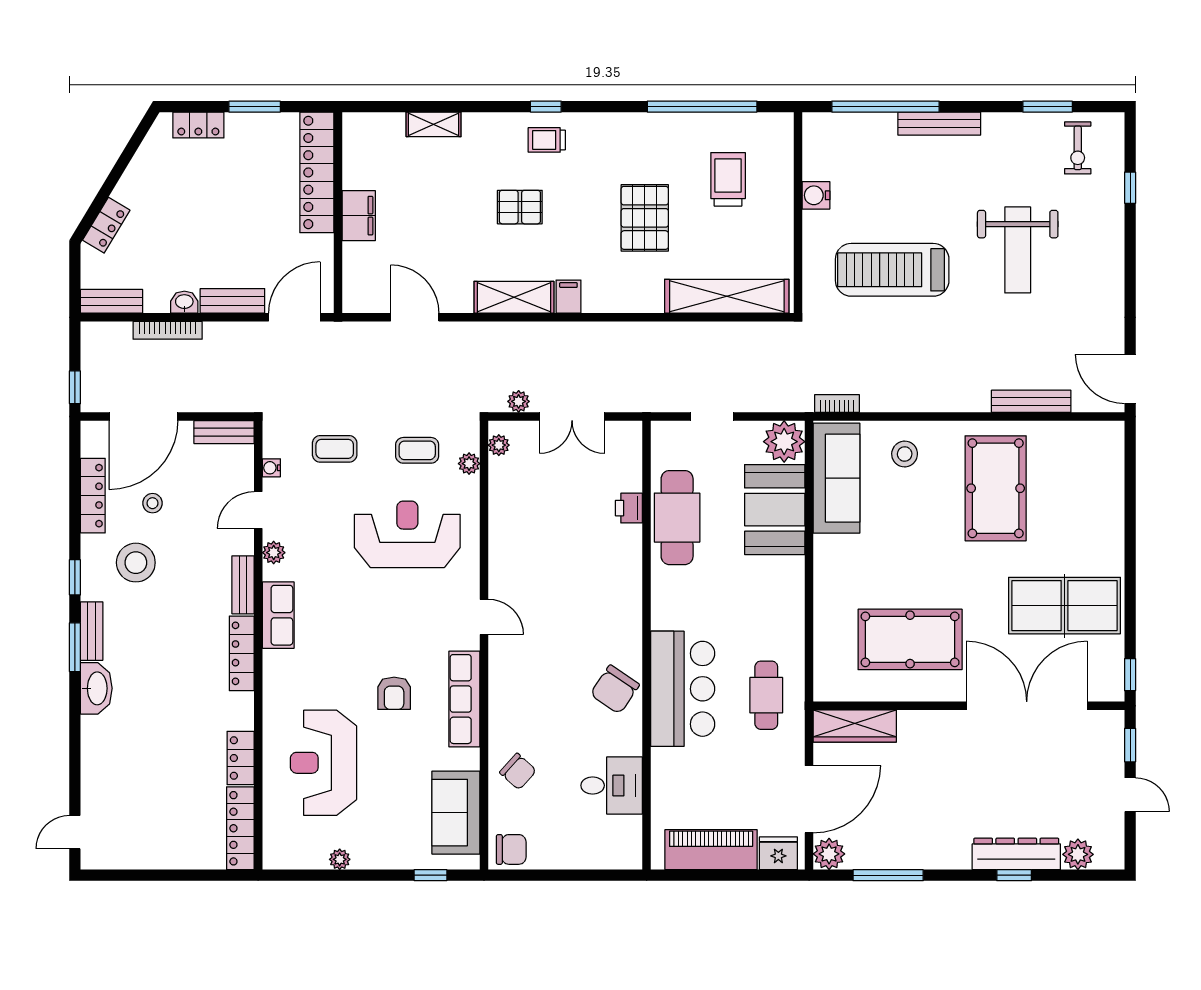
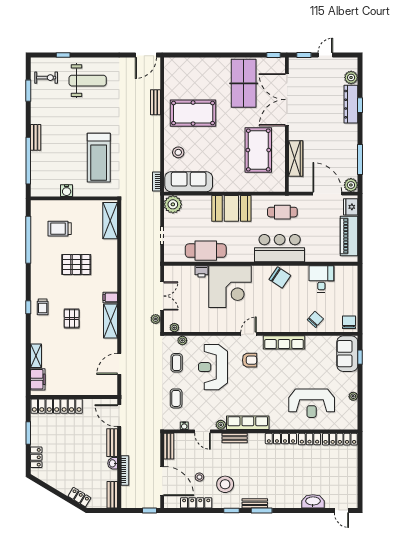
bench: (939, 124) -> (36, 137), width x0.73
filing cabinet: (359, 216) -> (38, 379), moved, turned 90
weight bench: (1018, 250) -> (88, 81), moved
shelving: (727, 296) -> (110, 221), width x0.68
bench: (1031, 401) -> (155, 102), width x0.73
booth: (775, 510) -> (231, 208), moved
corner desk: (594, 574) -> (230, 287), added
row of seats: (278, 615) -> (248, 423), width x1.48
locker: (242, 653) -> (281, 439), moved
washbasin: (96, 688) -> (313, 501), moved
armchair: (394, 693) -> (250, 360), moved
wardrobe: (855, 726) -> (296, 158), moved
sofa: (456, 813) -> (347, 354), moved, turned 90

